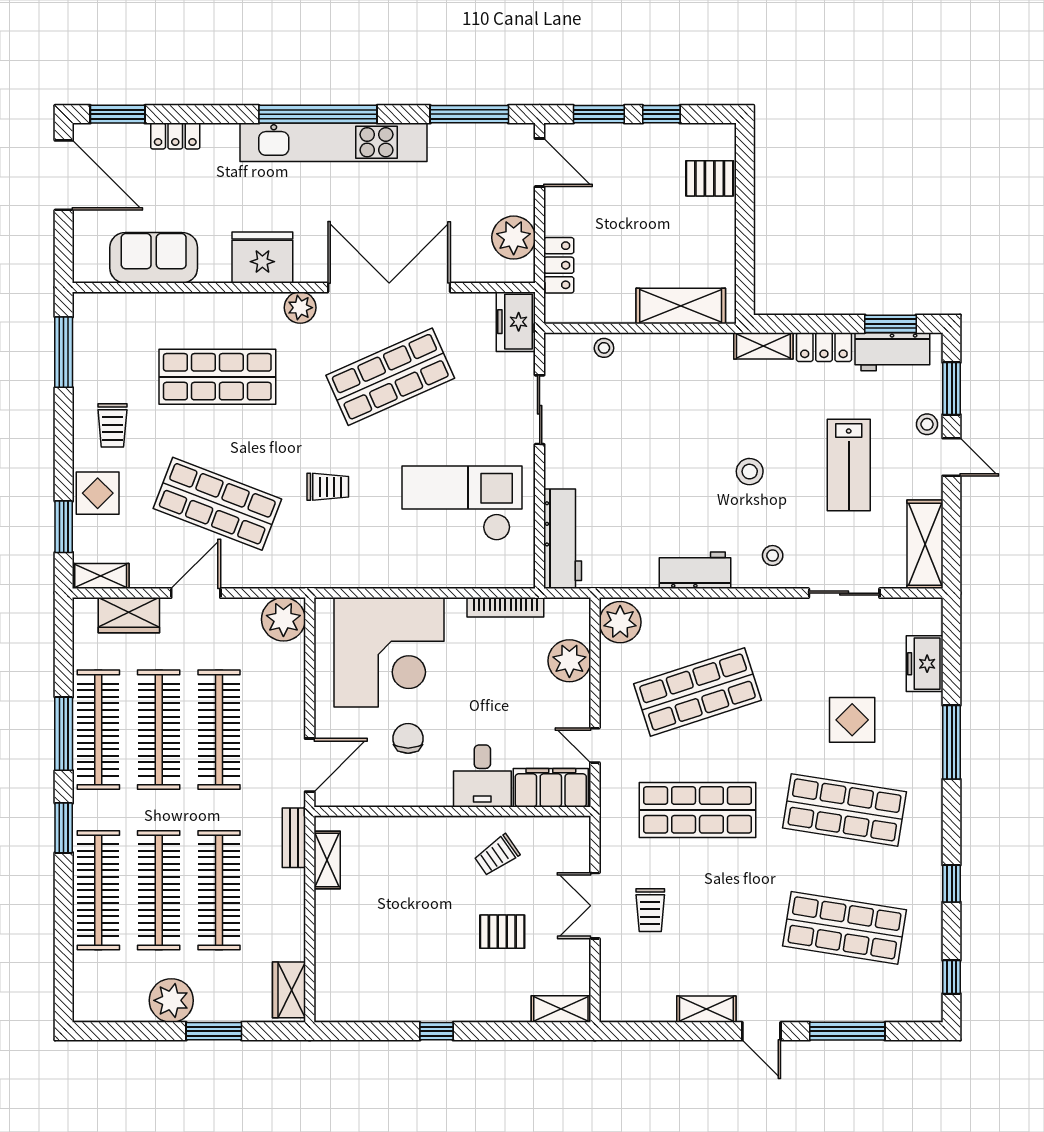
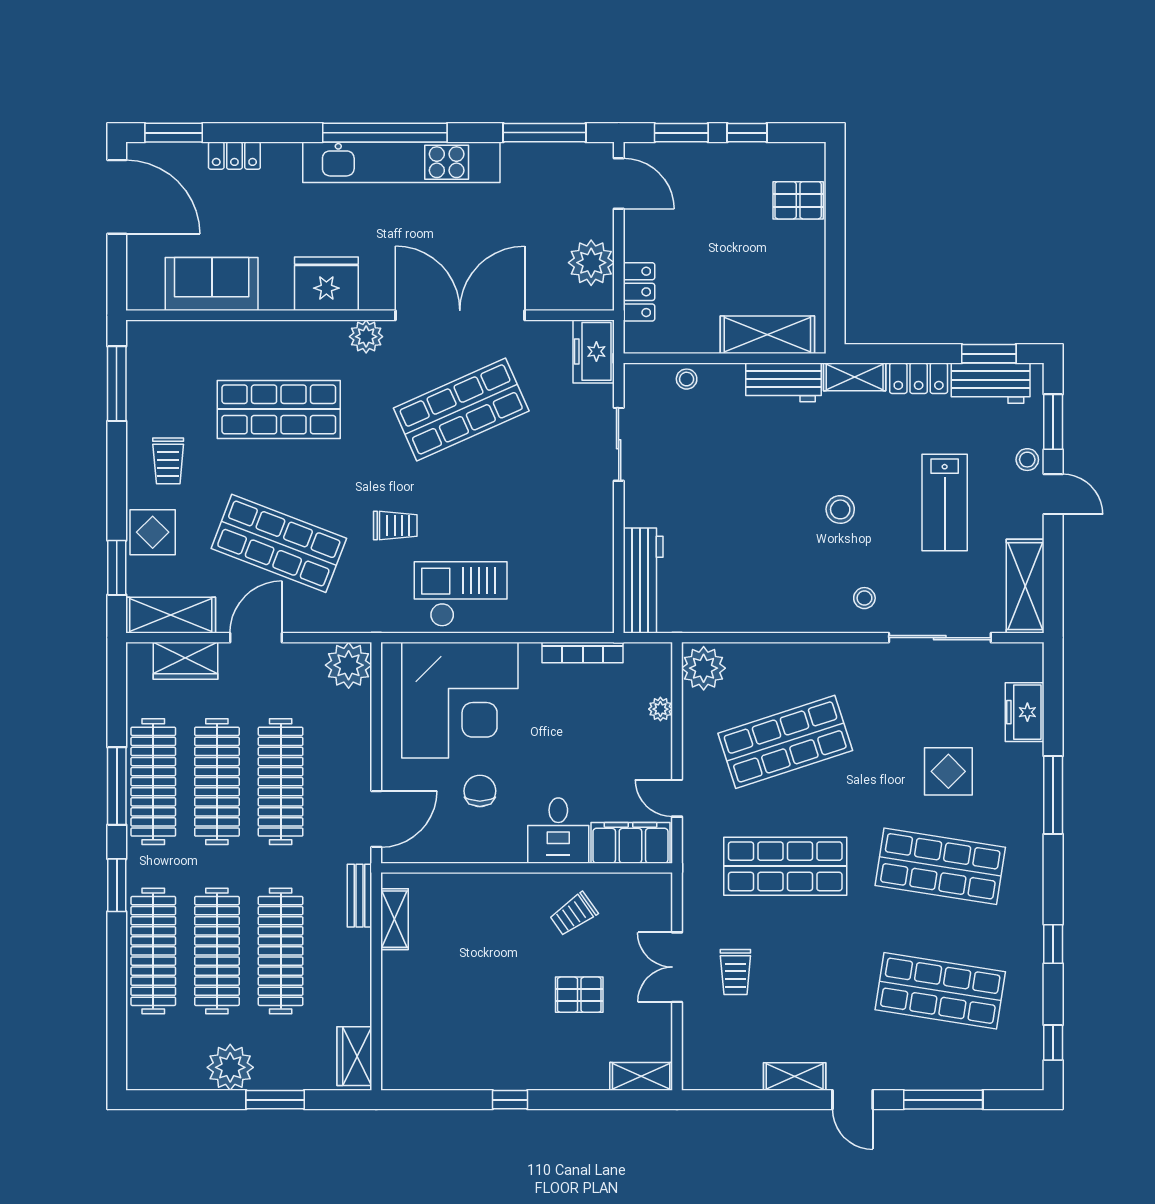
checkout: (462, 503) -> (461, 594), moved, width x0.73, depth x0.83
workbench: (695, 570) -> (783, 382), moved, turned 180
shelving: (101, 576) -> (171, 615), width x1.50, depth x1.33
sliding door: (844, 593) -> (940, 638), width x1.37
plant: (569, 661) -> (660, 709), width x0.53, depth x0.53

